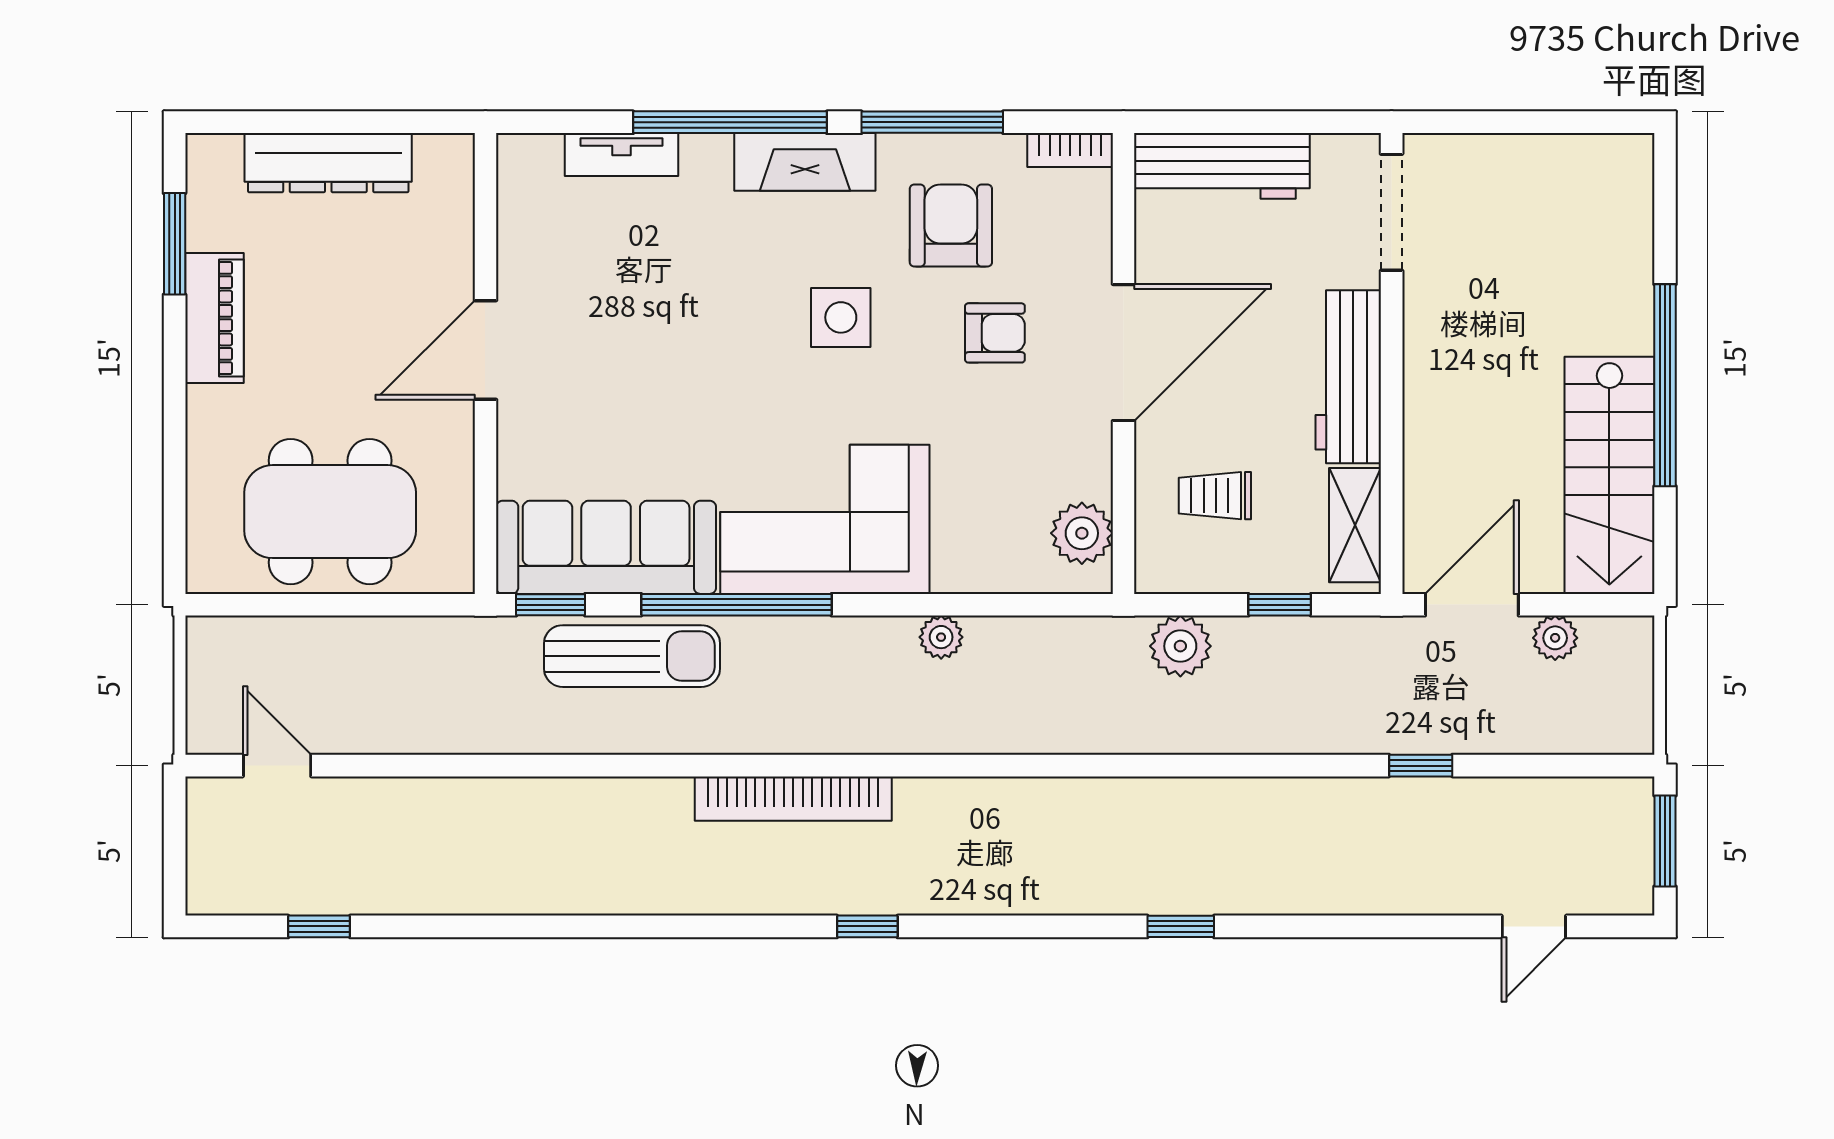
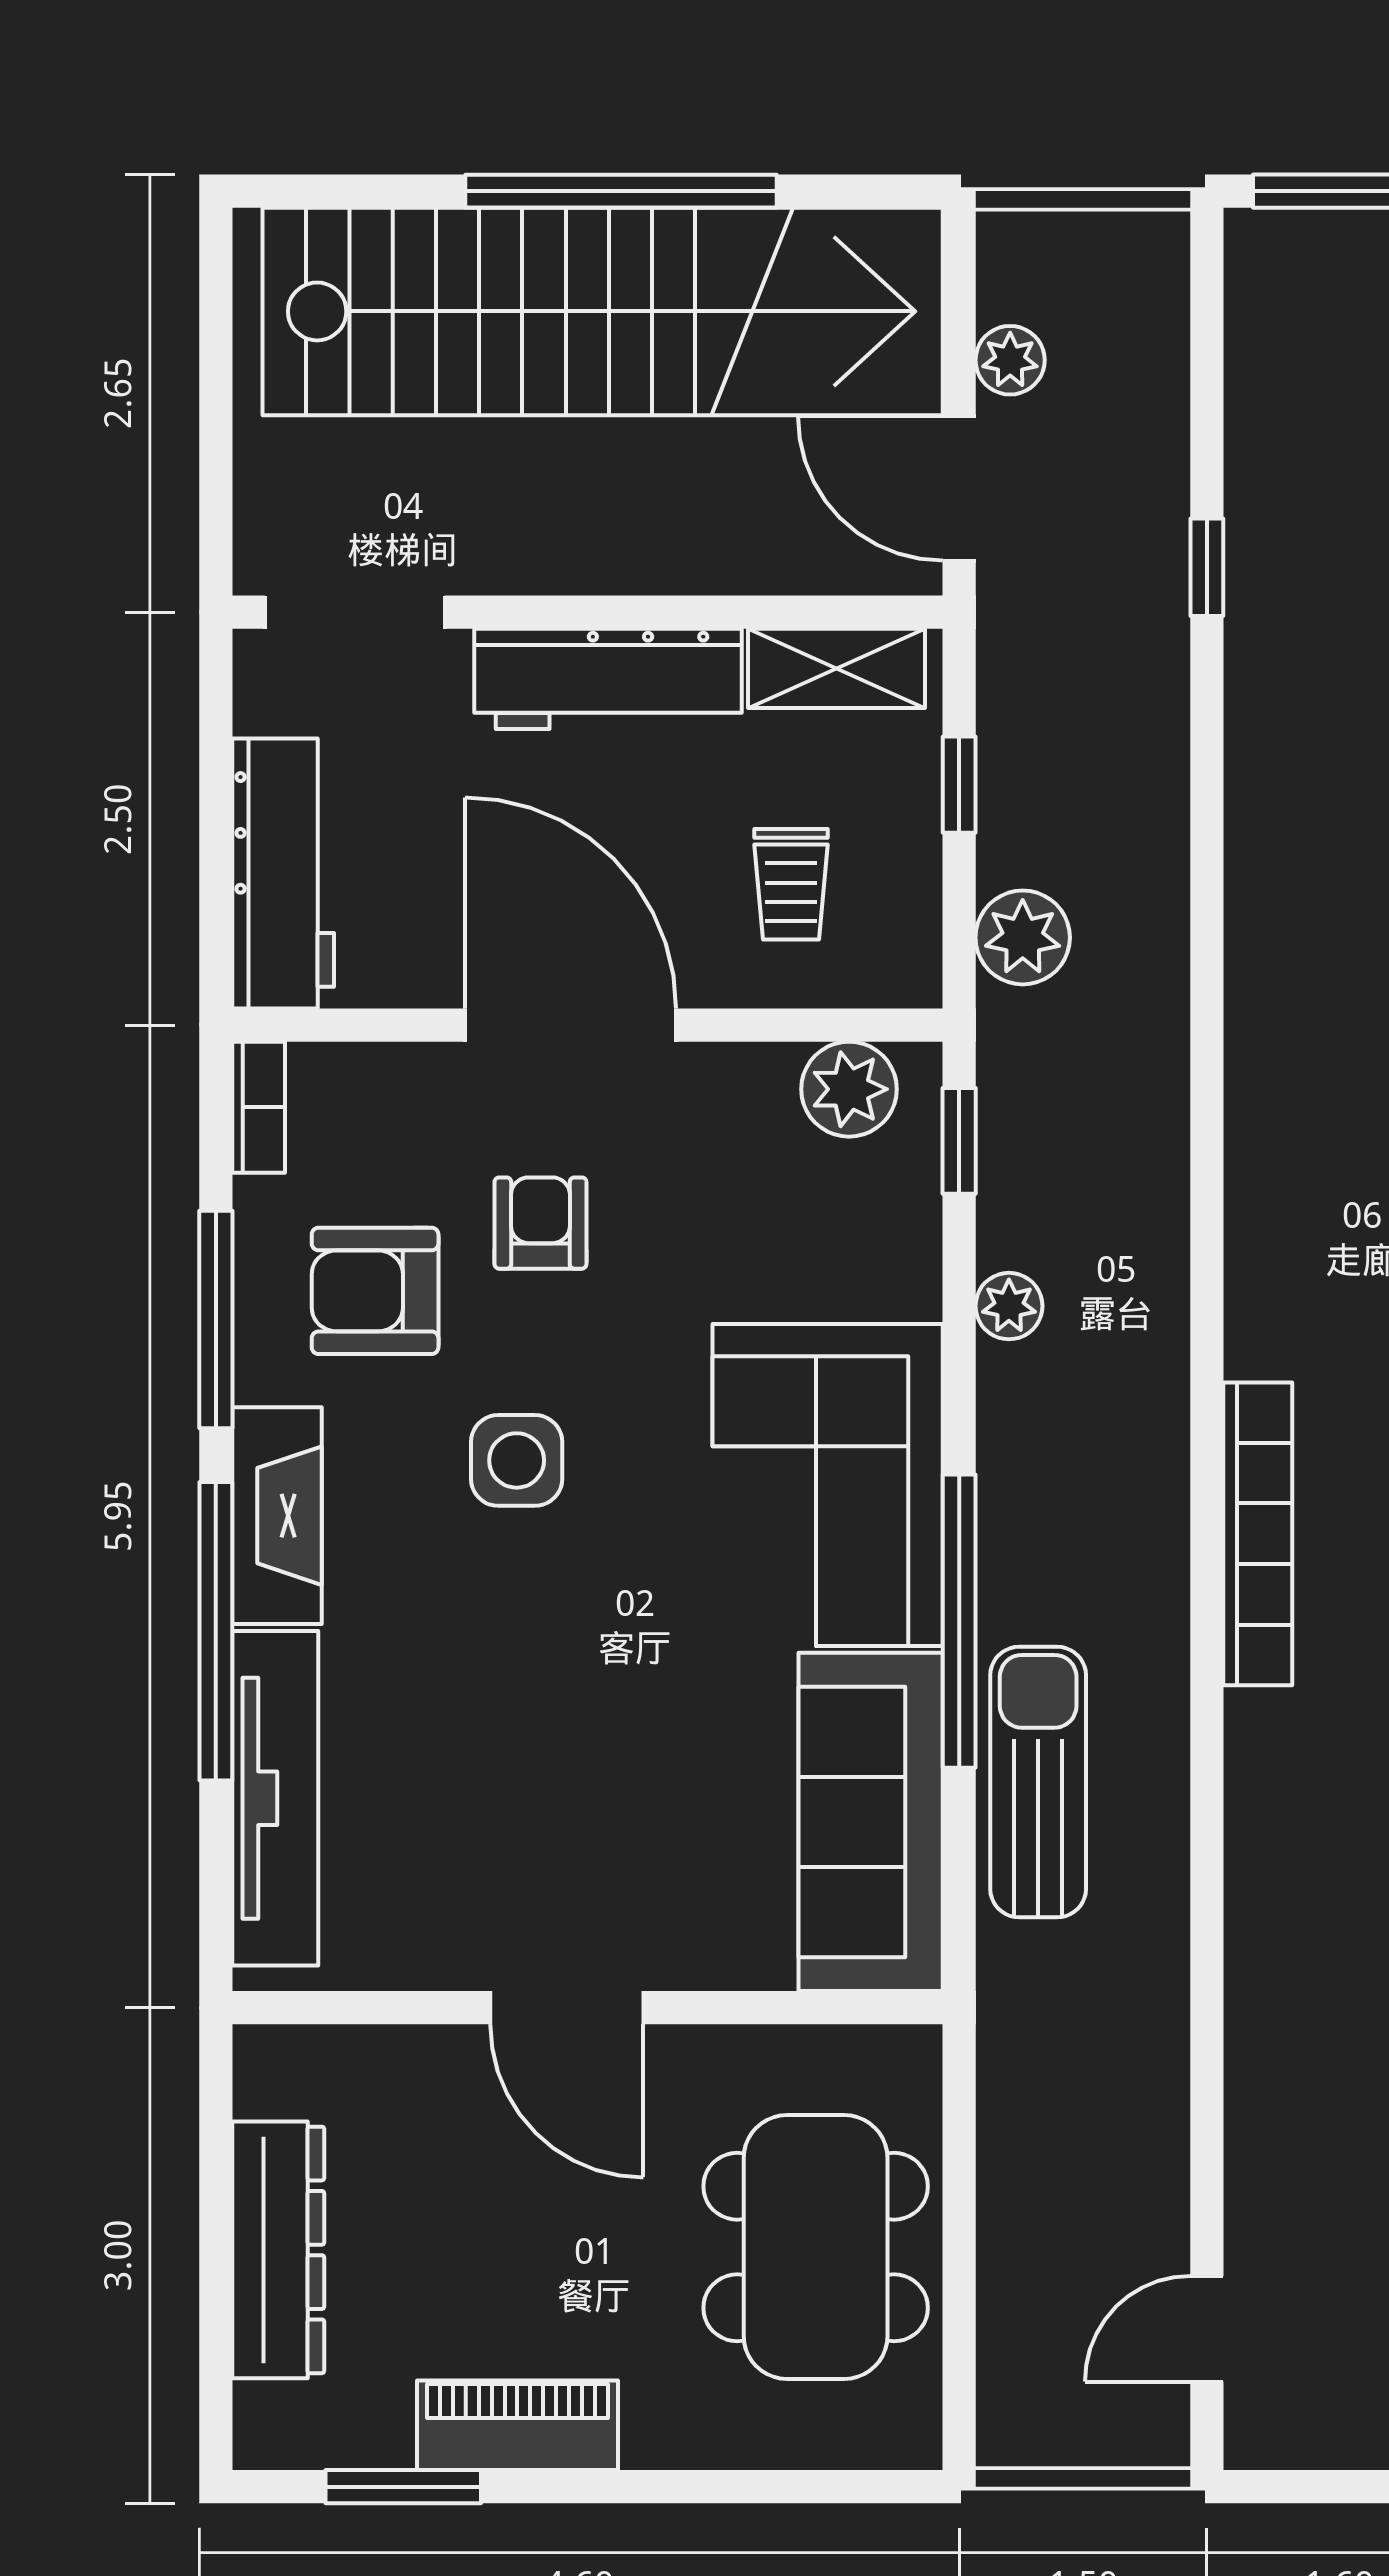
tv unit: (621, 155) -> (275, 1798), width x1.92, depth x1.29
stairs: (1609, 475) -> (603, 311), width x1.86, depth x1.51
window: (551, 605) -> (959, 1141), moved

